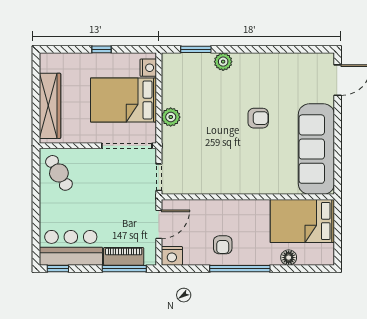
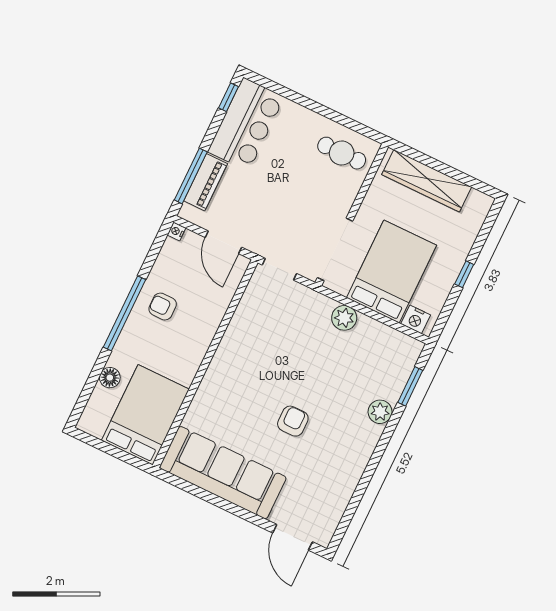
armchair: (258, 118) -> (293, 421), turned 180
cafe table: (59, 173) -> (342, 153), turned 31
nightstand: (172, 256) -> (176, 231), width x0.53, depth x0.56

